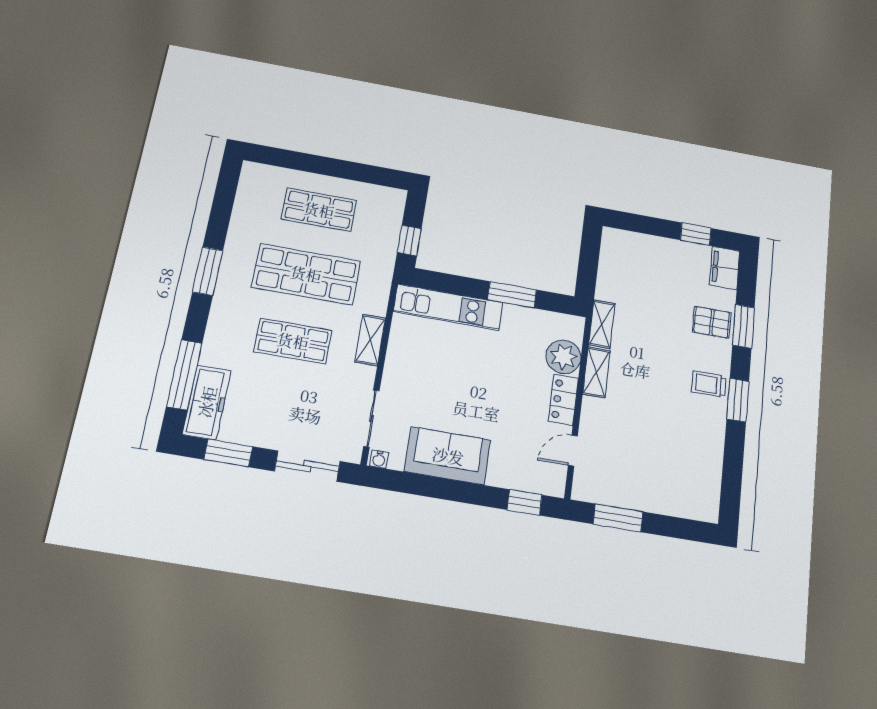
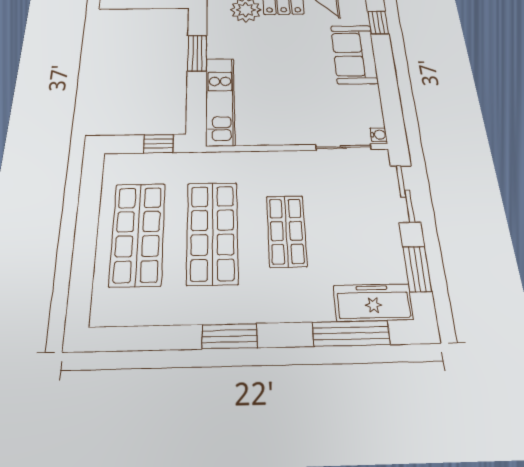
shop shelf: (319, 210) -> (138, 234), width x1.43, depth x1.36
shelving: (370, 340) -> (268, 161), removed
sofa: (448, 456) -> (354, 54), moved

